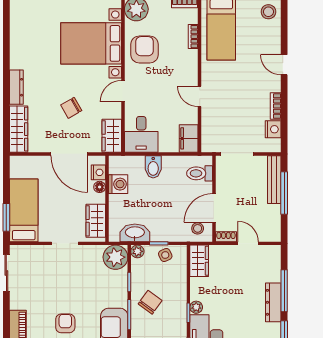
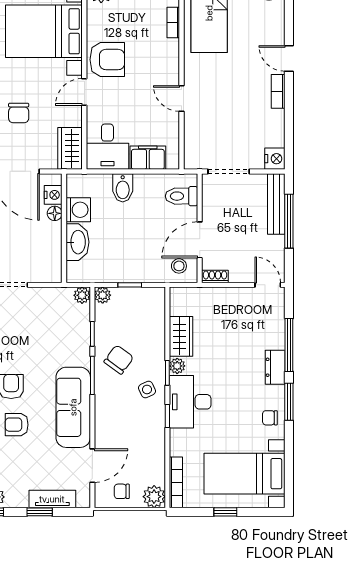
armchair: (145, 49) -> (107, 60), moved, turned 90
bookcase: (276, 106) -> (278, 91), moved
chair: (71, 108) -> (19, 113), turned -60
nightstand: (273, 129) -> (275, 159), moved
filing cabinet: (189, 138) -> (148, 158), moved, turned 90
wardrobe: (96, 221) -> (50, 256), removed
washbasin: (135, 233) -> (77, 242), moved, turned 90
door: (248, 243) -> (268, 285), moved
side table: (165, 255) -> (147, 389), moved
plant: (115, 257) -> (82, 295), width x0.53, depth x0.53
wardrobe: (199, 261) -> (181, 336), moved
dresser: (273, 302) -> (275, 367), width x0.70

